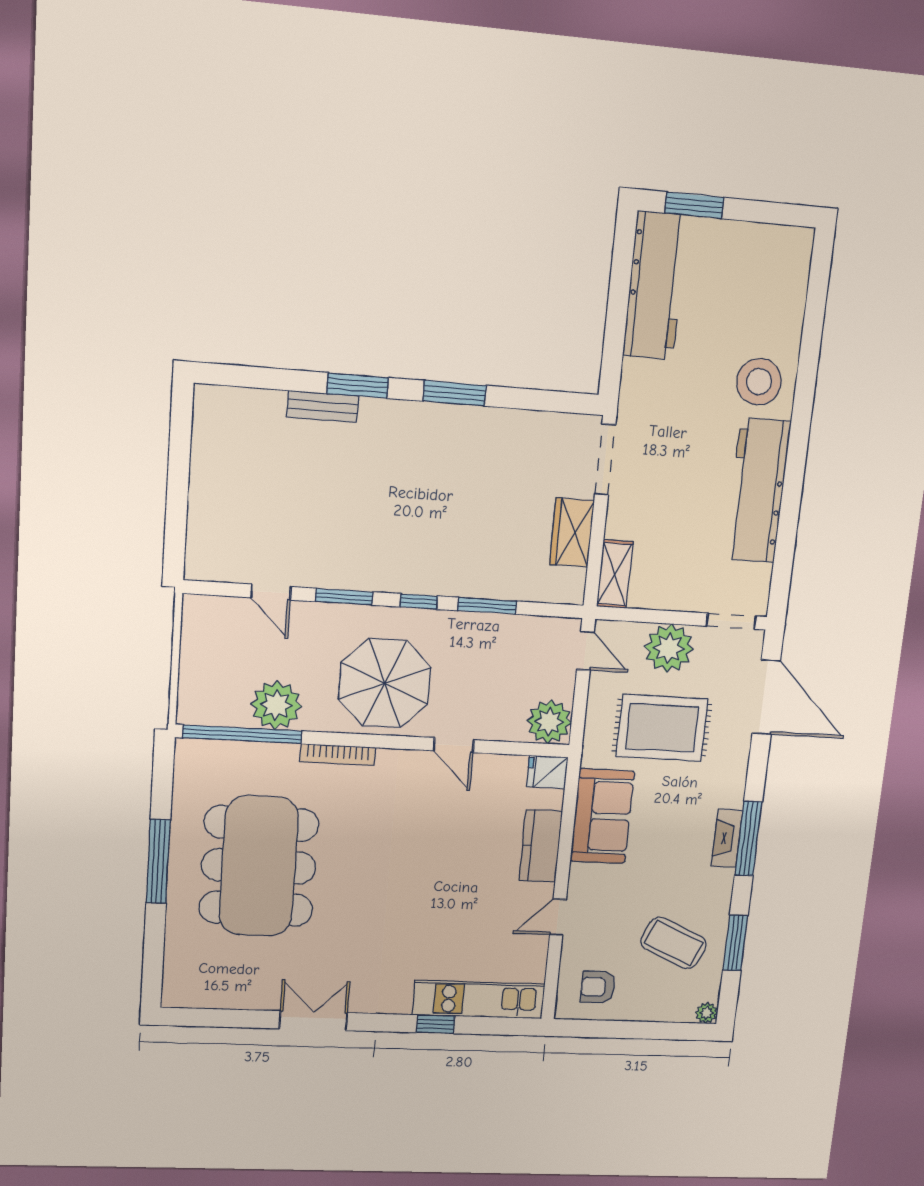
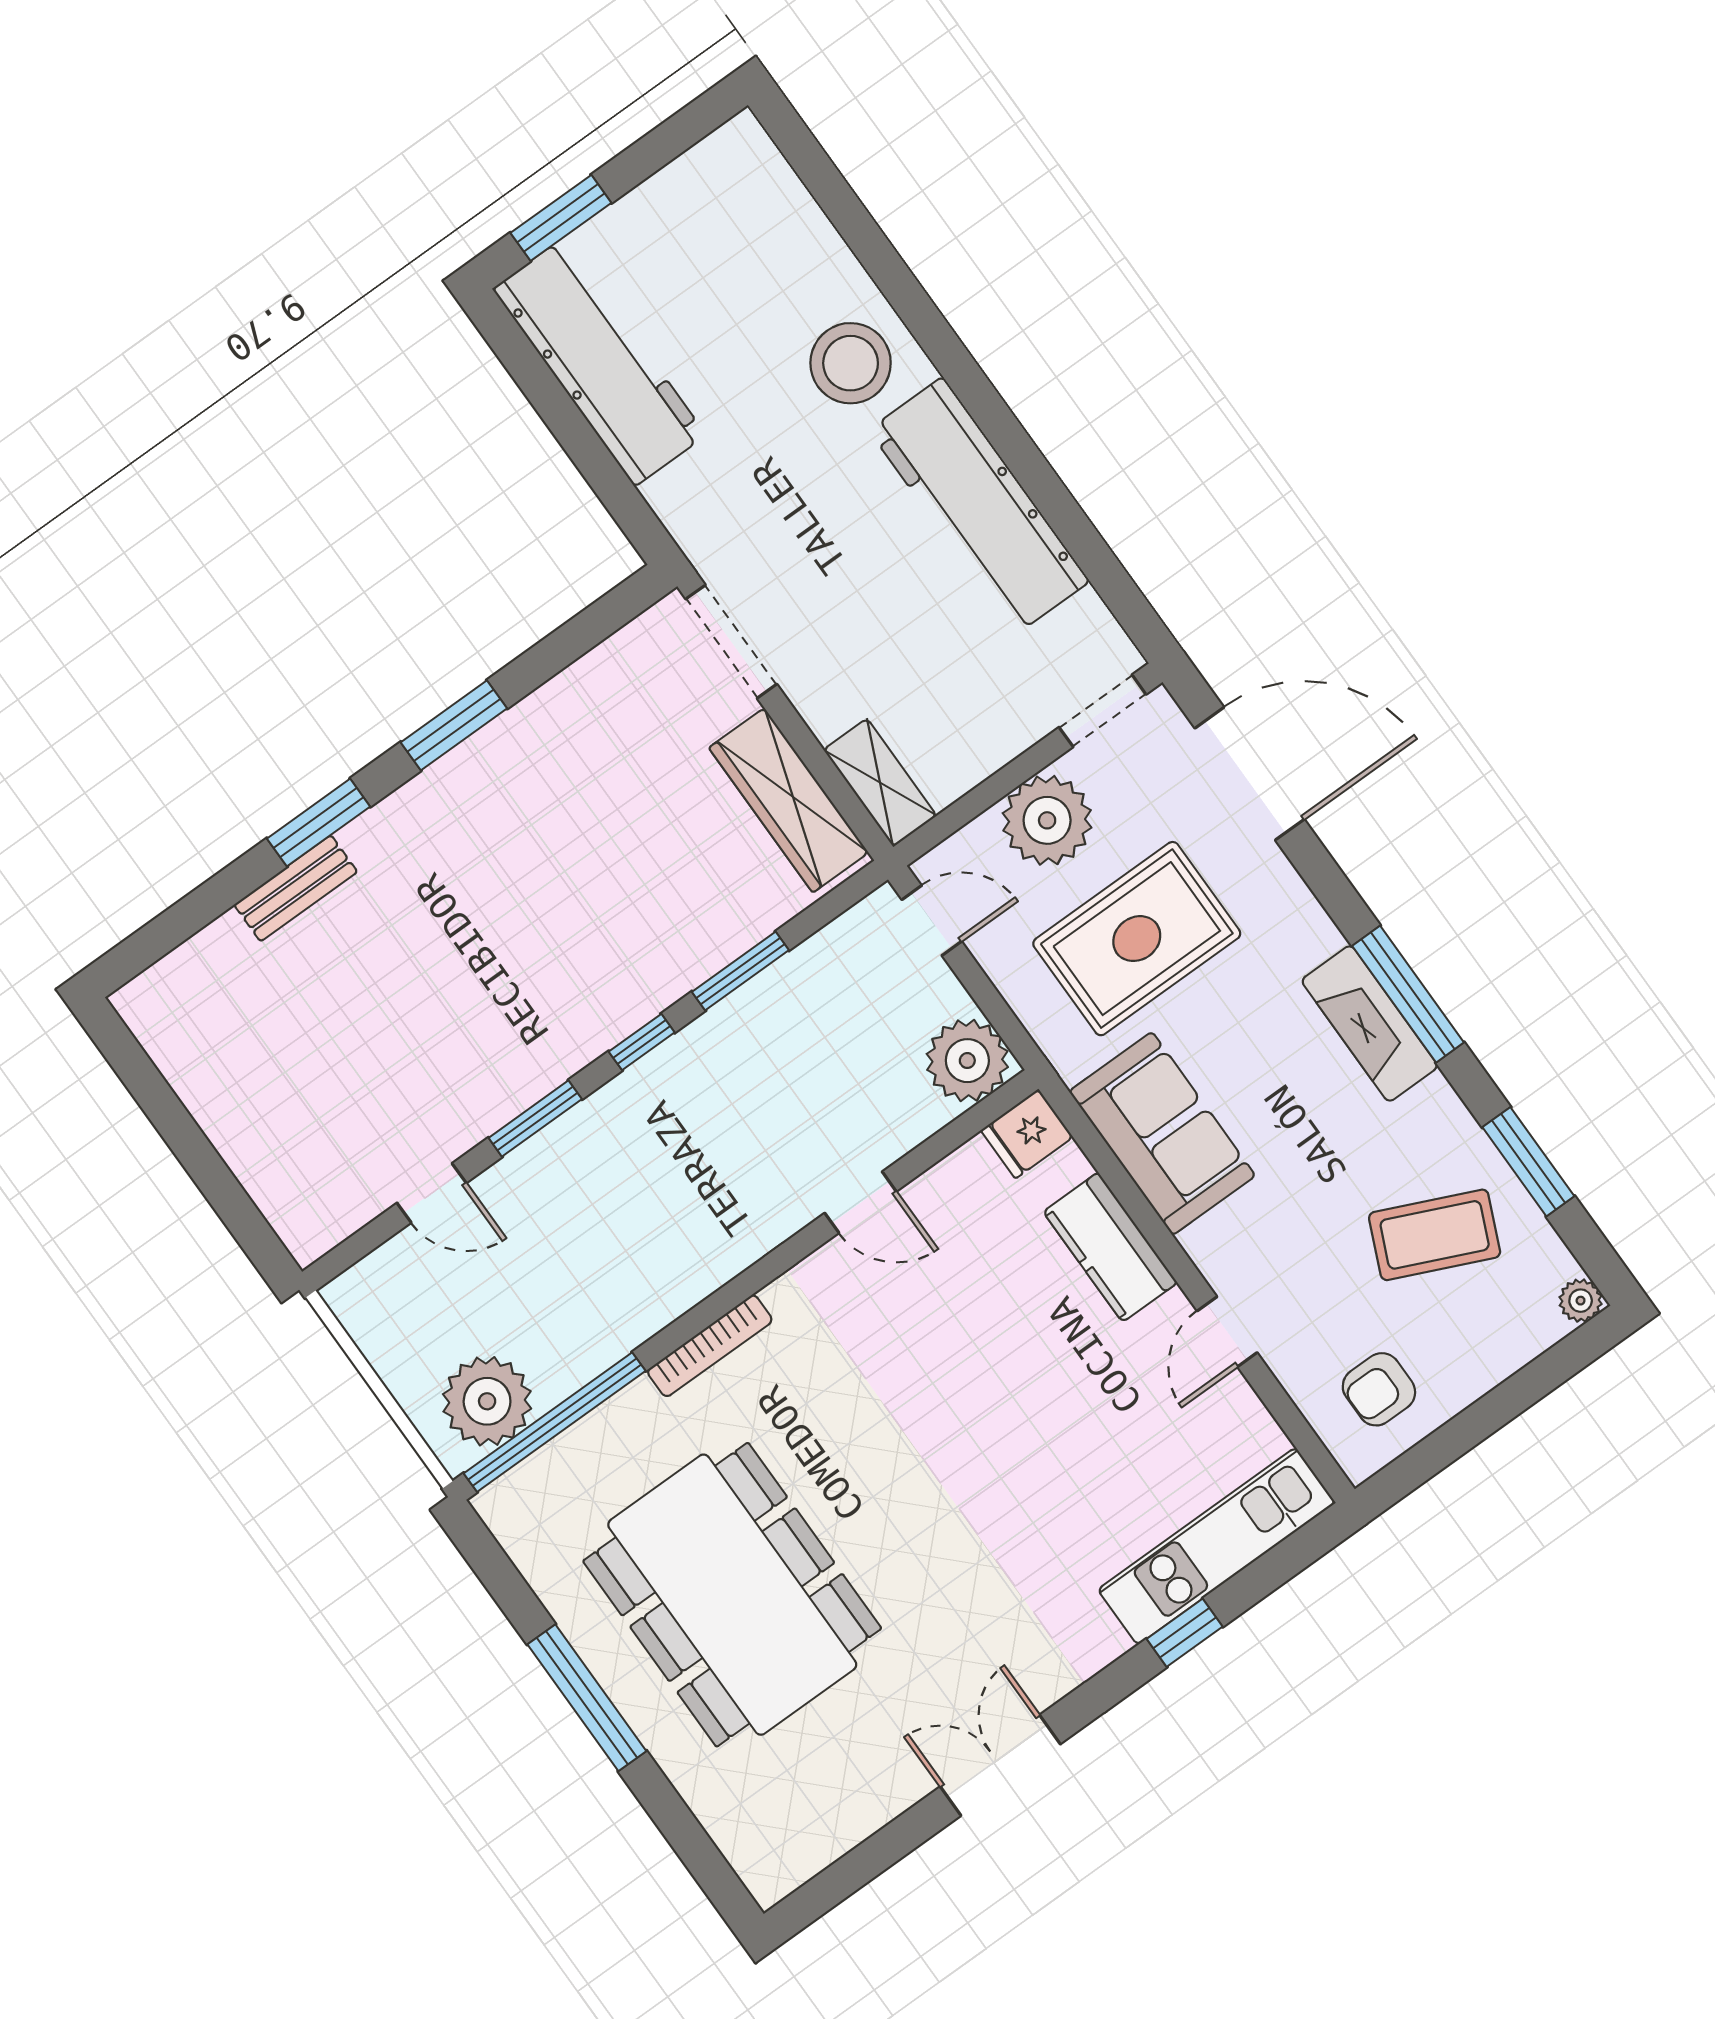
wardrobe: (572, 533) -> (789, 800), width x1.50
parasol: (385, 683) -> (690, 1193), removed
plant: (276, 705) -> (487, 1401), moved
fireplace: (727, 838) -> (1370, 1023), width x1.37, depth x1.32

